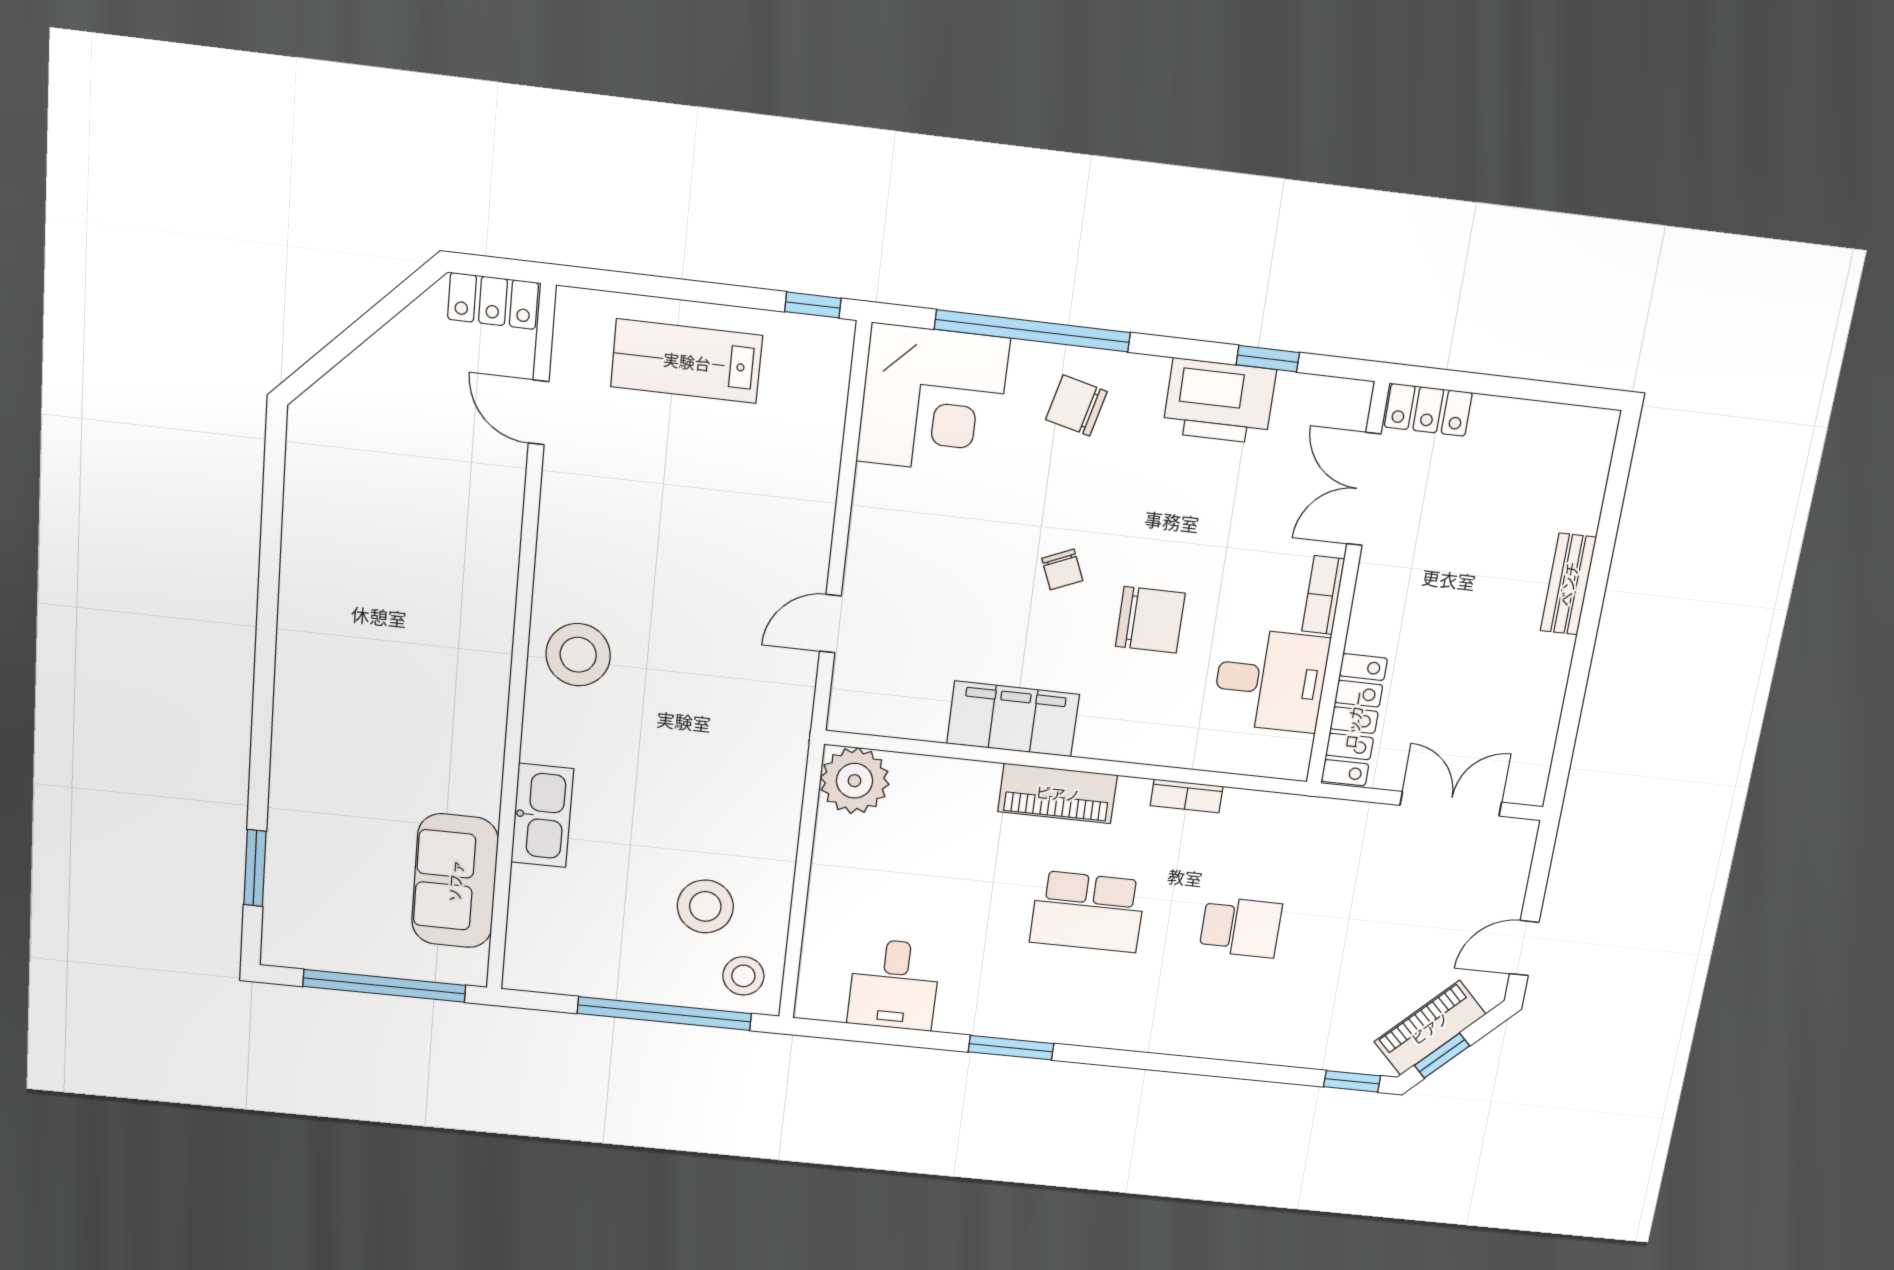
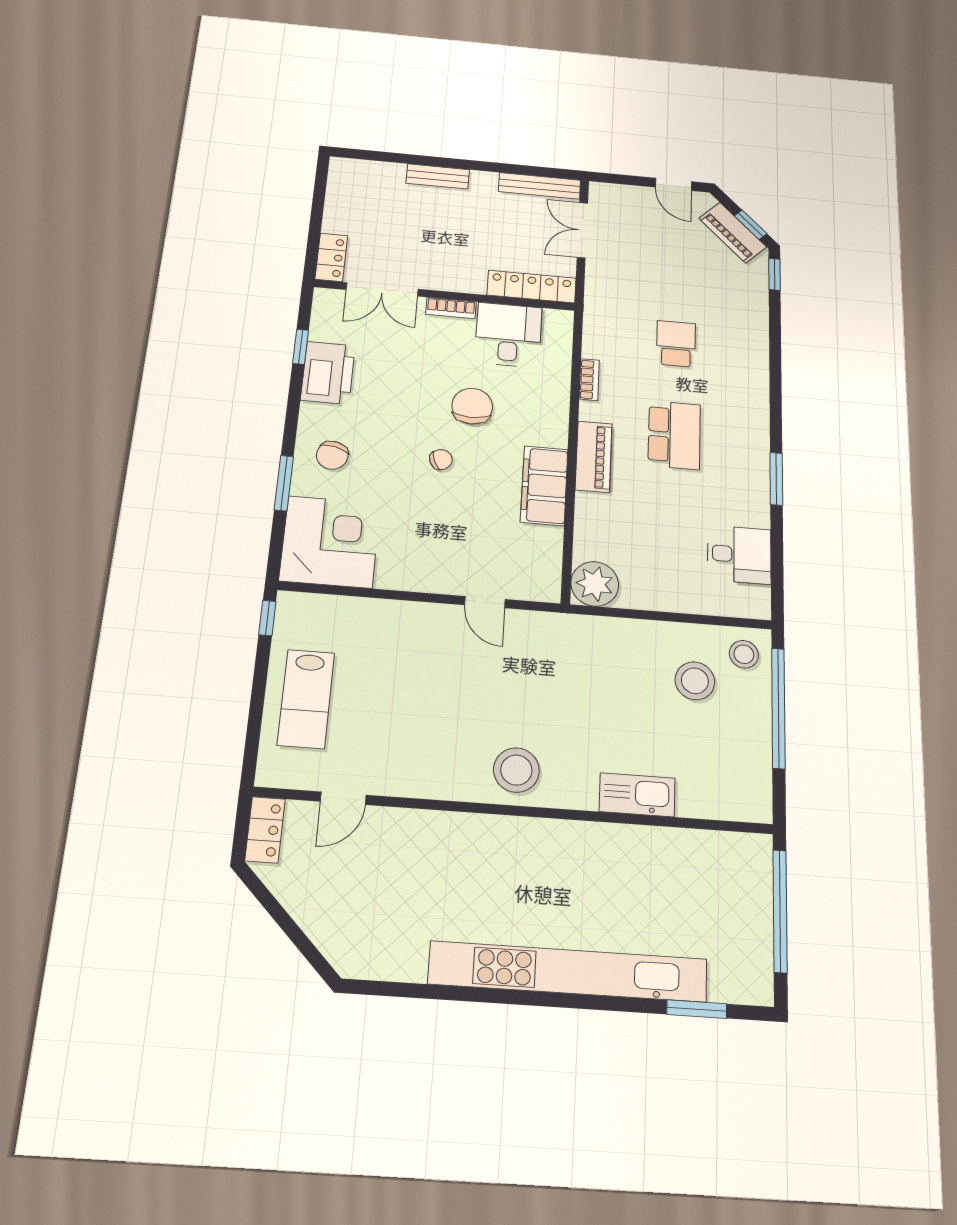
window: (1032, 331) -> (284, 483), width x0.47
kitchen unit: (301, 707) -> (568, 972), added
bench: (1538, 743) -> (540, 186), added
sofa: (455, 881) -> (693, 858), removed

